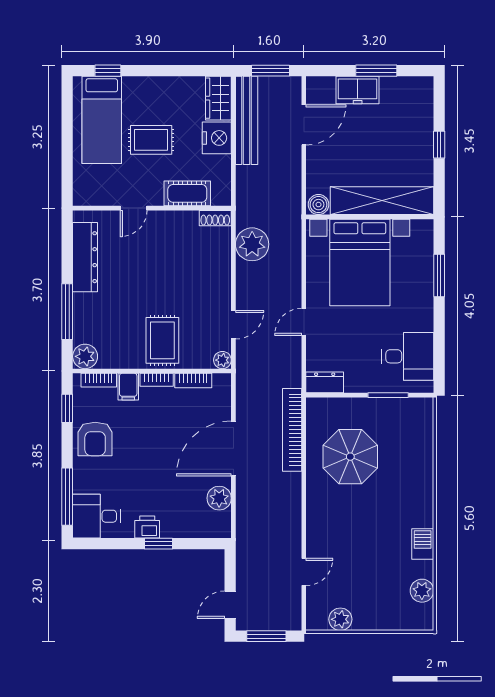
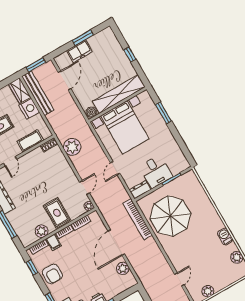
plant: (85, 356) -> (42, 231), moved
desk: (408, 356) -> (156, 172), moved, turned 90
parasol: (350, 457) -> (170, 216), width x1.36, depth x1.36

